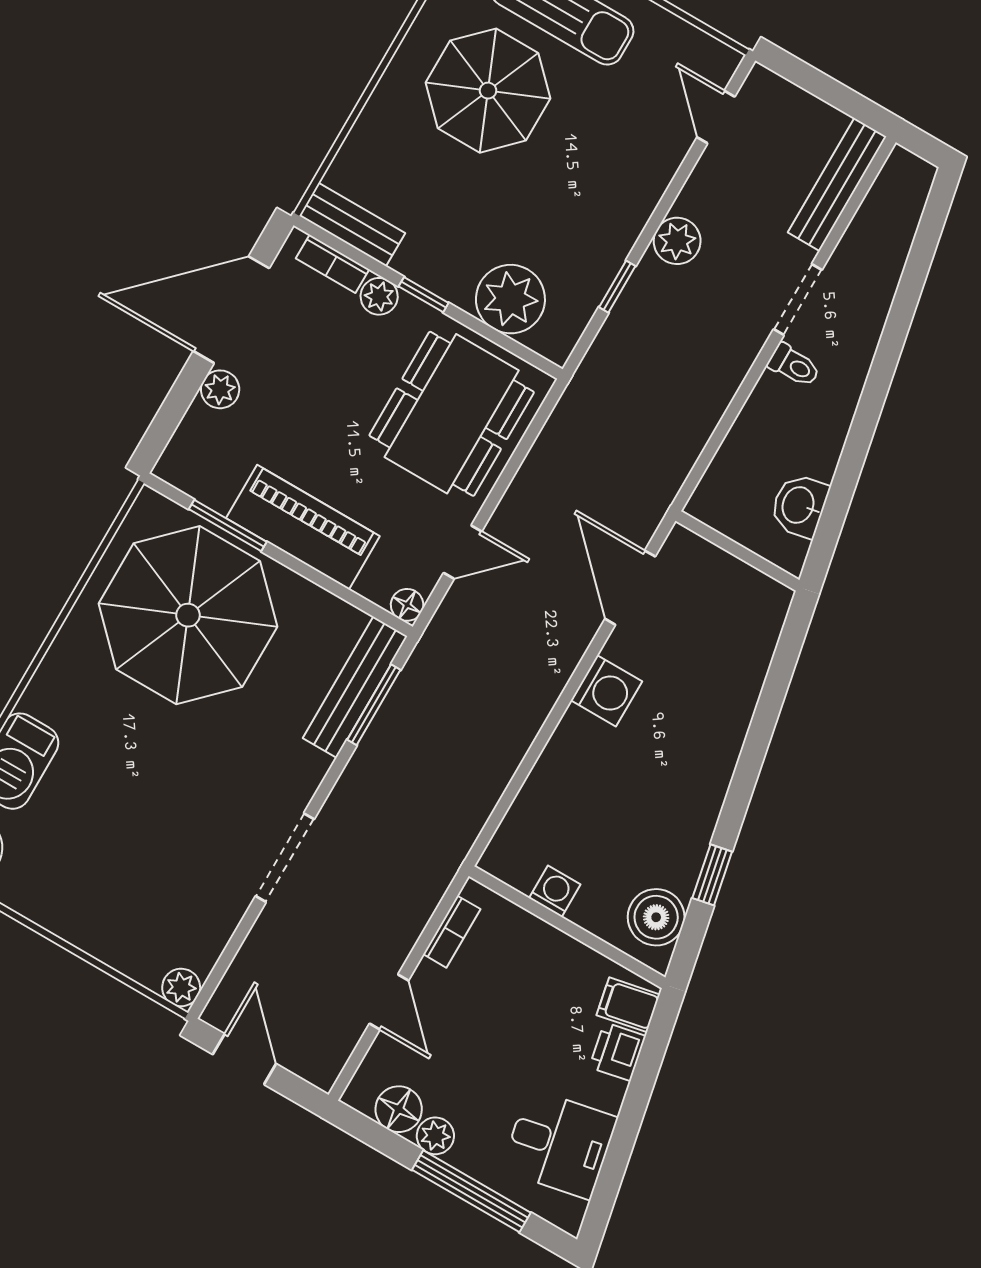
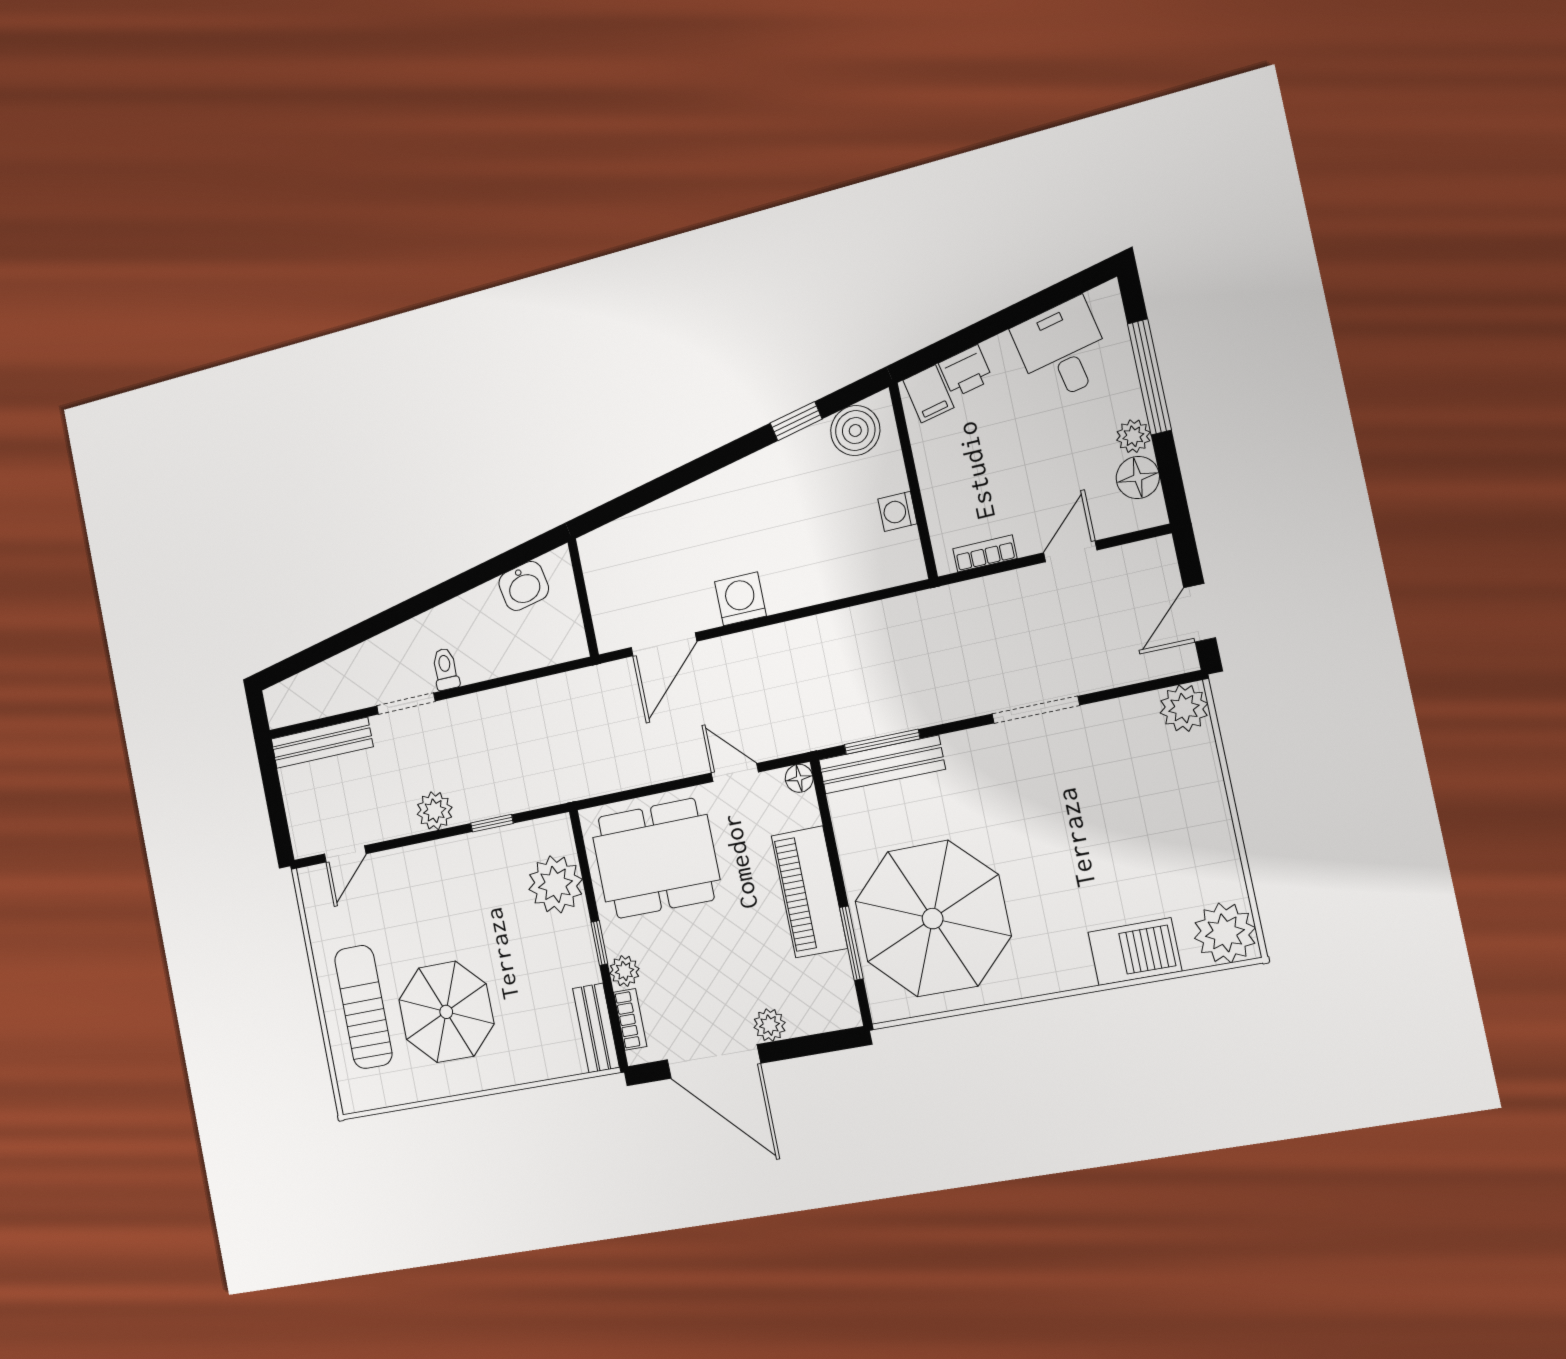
plant: (181, 987) -> (1184, 708), width x1.38, depth x1.38

